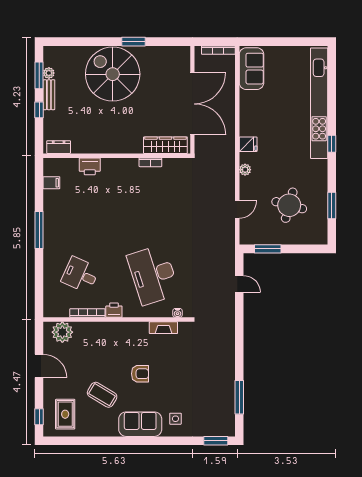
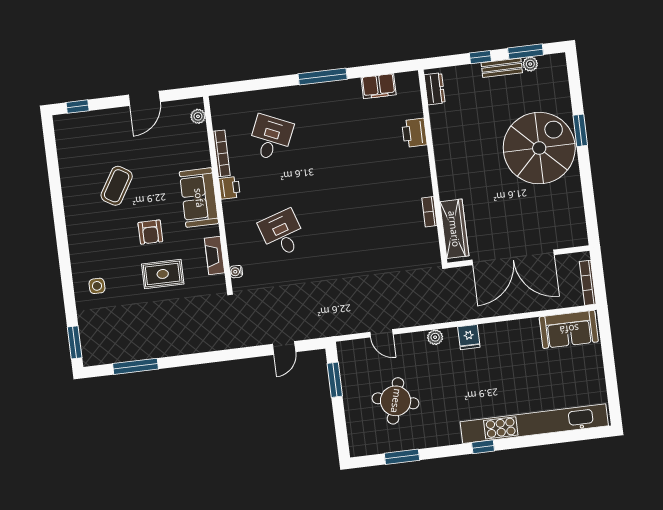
window: (133, 42) -> (580, 130), moved
filing cabinet: (51, 183) -> (379, 86), width x2.00
desk: (153, 275) -> (282, 233), width x0.53, depth x0.77
plant: (62, 332) -> (198, 116), width x0.53, depth x0.53
rug: (65, 414) -> (163, 274), moved
sofa: (140, 424) -> (199, 198), moved, turned 180

